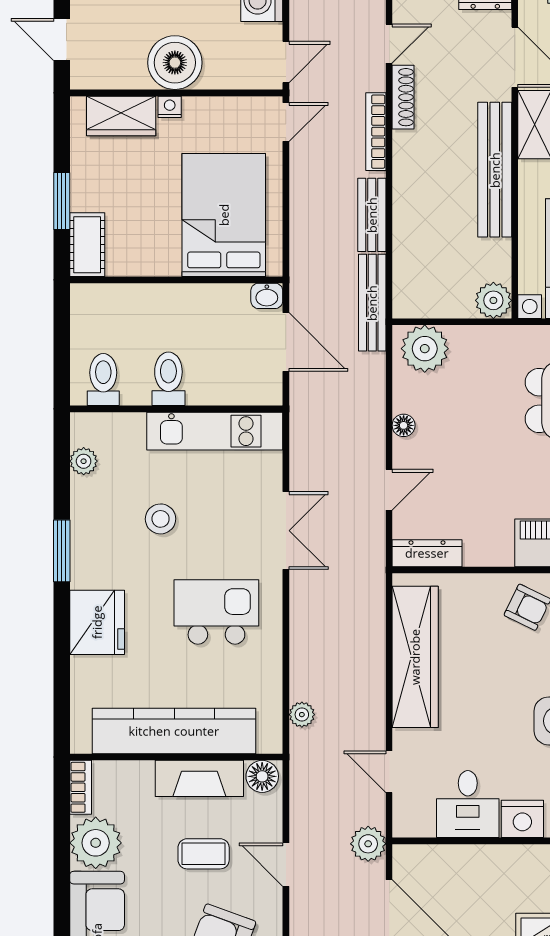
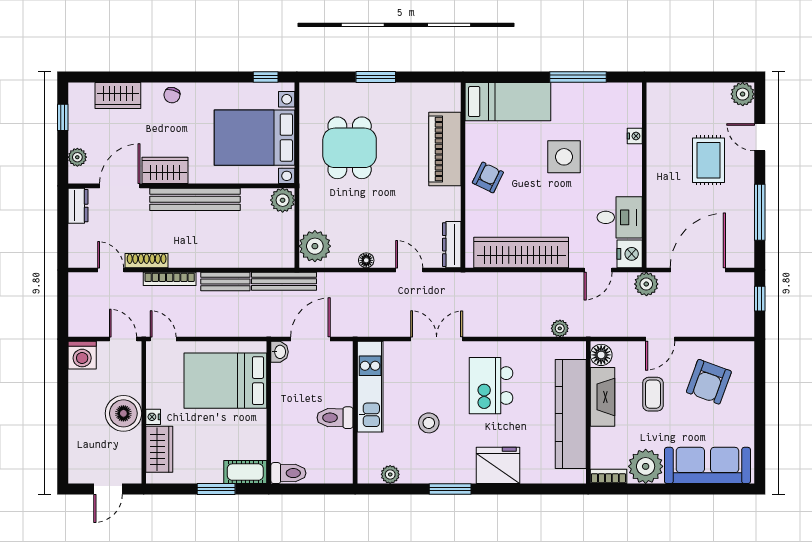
toilet: (103, 380) -> (288, 473), moved, turned 180
nightstand: (522, 819) -> (630, 254), moved

